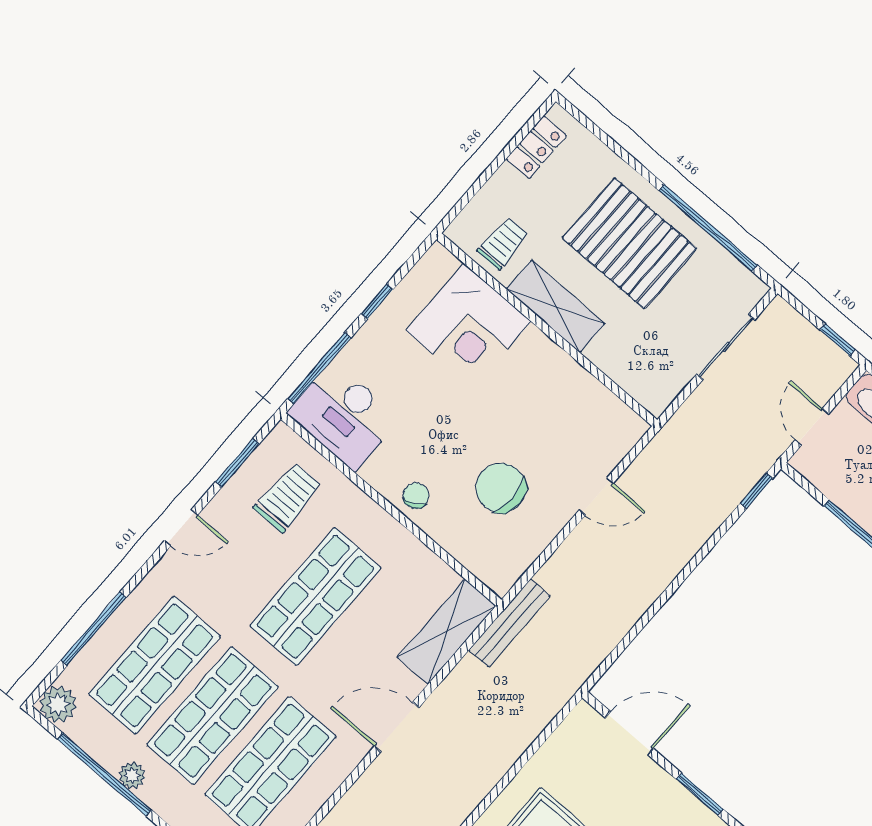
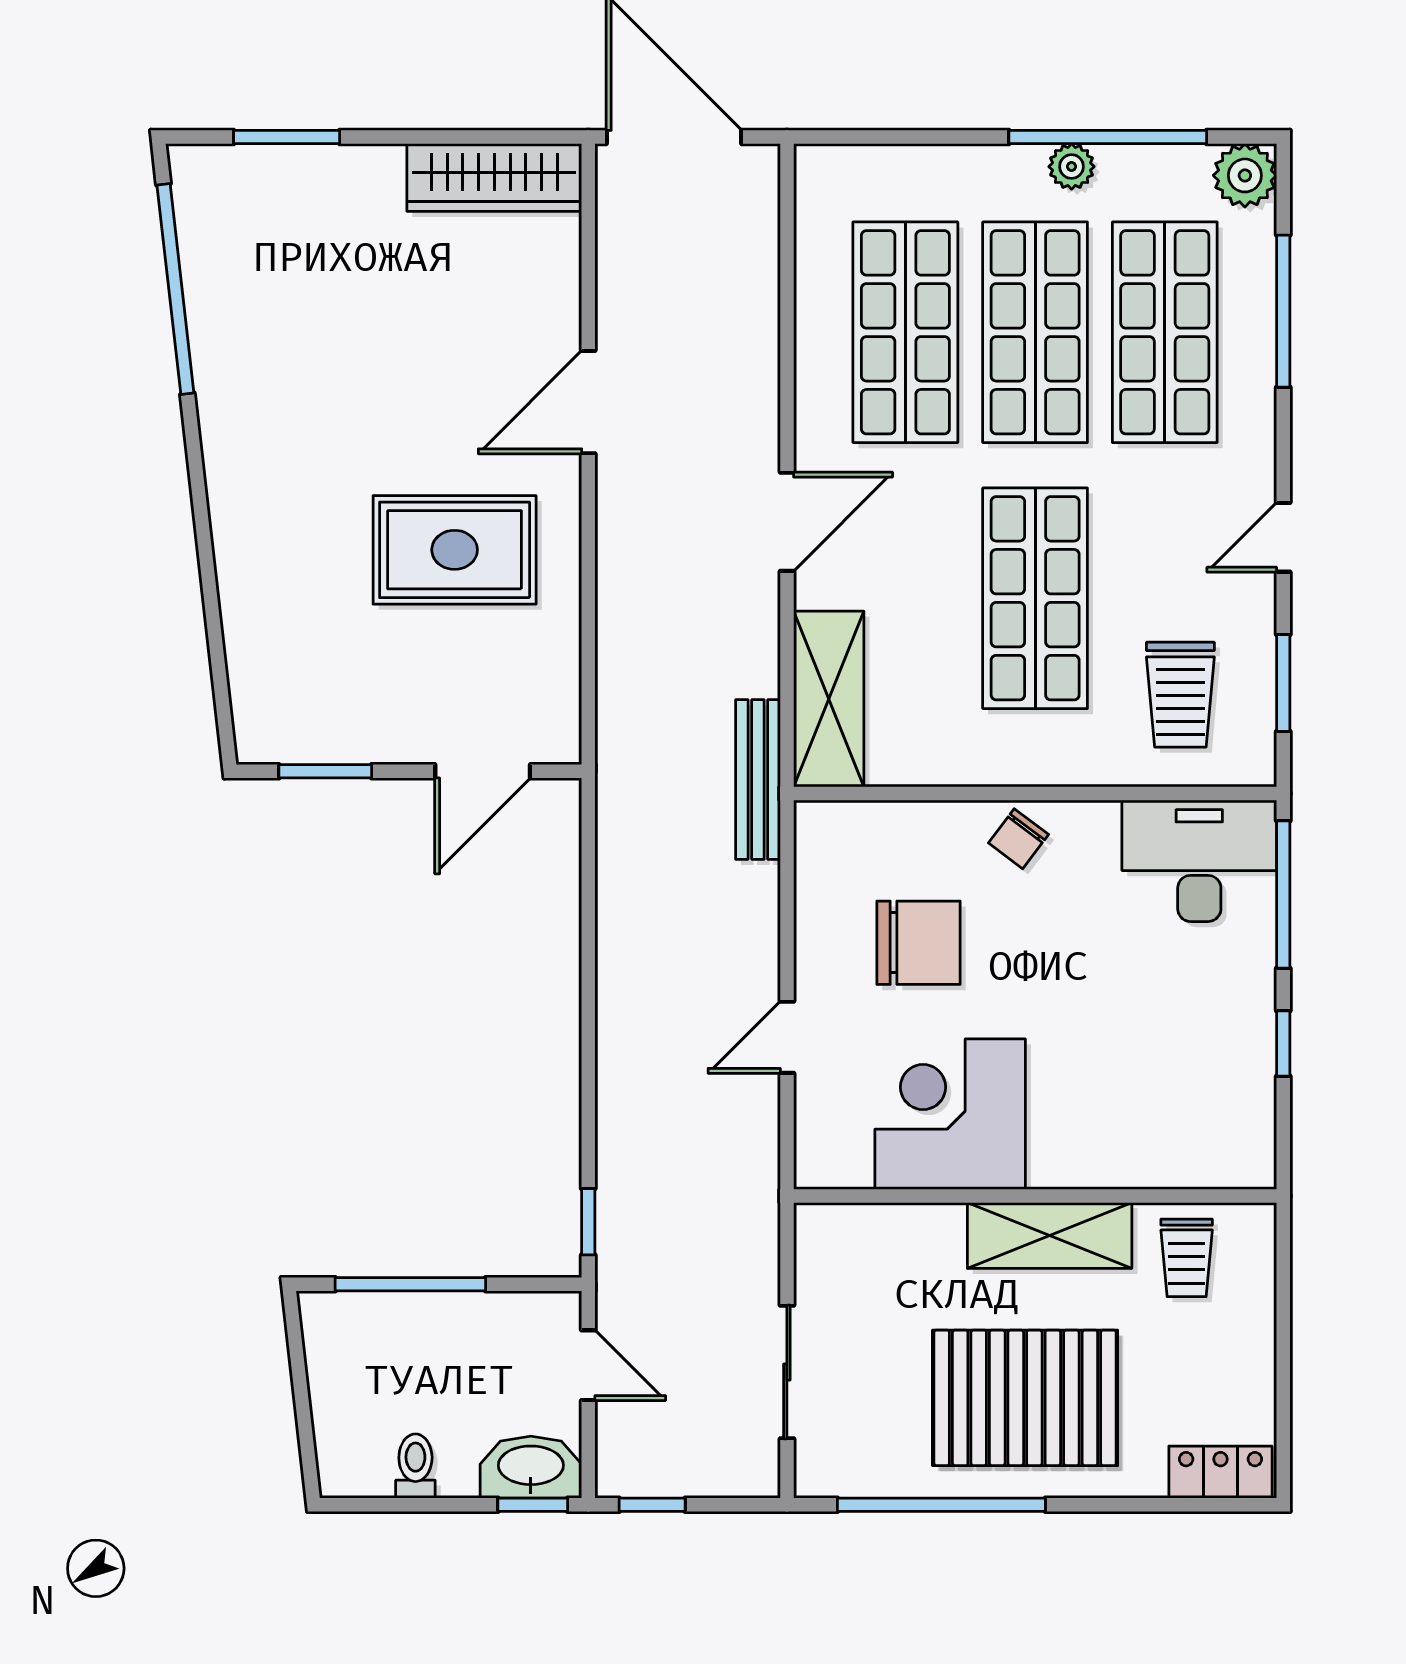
locker: (536, 147) -> (1220, 1472), moved, turned 90
corner desk: (469, 326) -> (950, 1114), moved
chair: (416, 496) -> (1018, 839), turned 64

